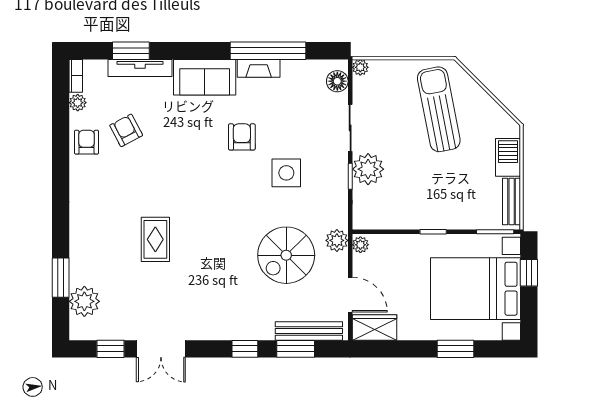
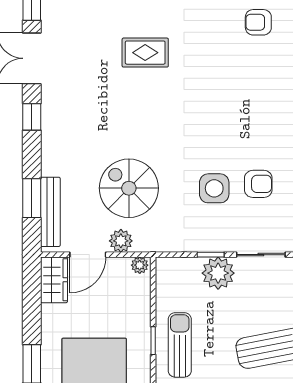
armchair: (126, 130) -> (258, 22), turned -152
armchair: (242, 137) -> (258, 184), moved
sun lounger: (437, 206) -> (180, 345), added
plant: (337, 240) -> (121, 241), moved
window: (245, 349) -> (32, 117), moved

